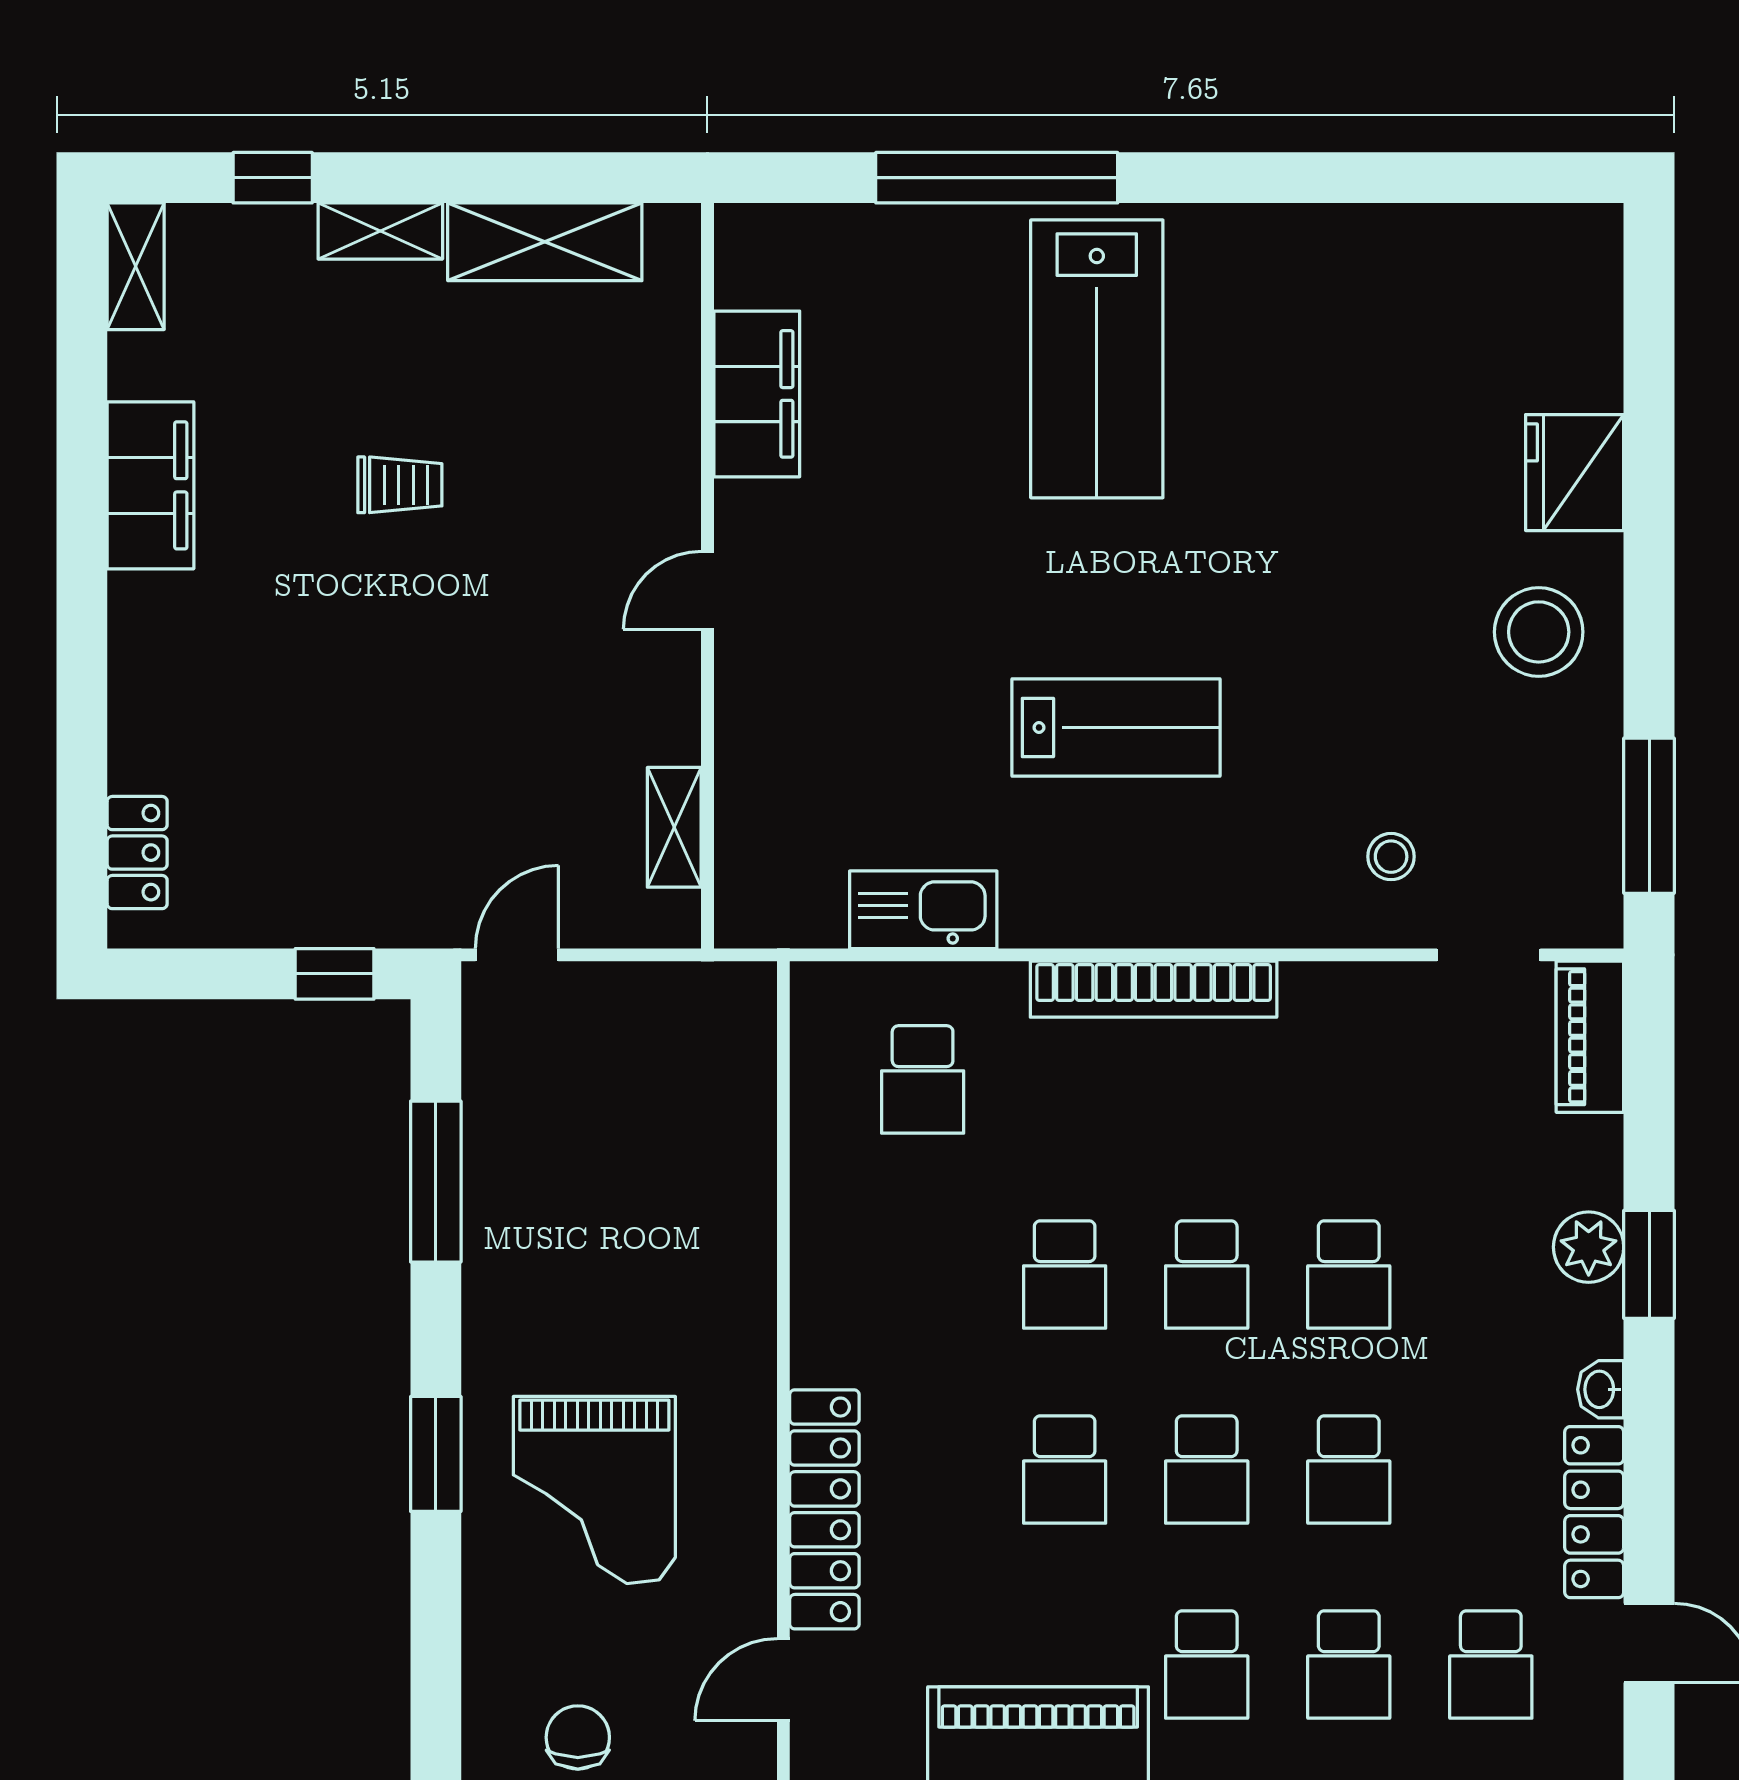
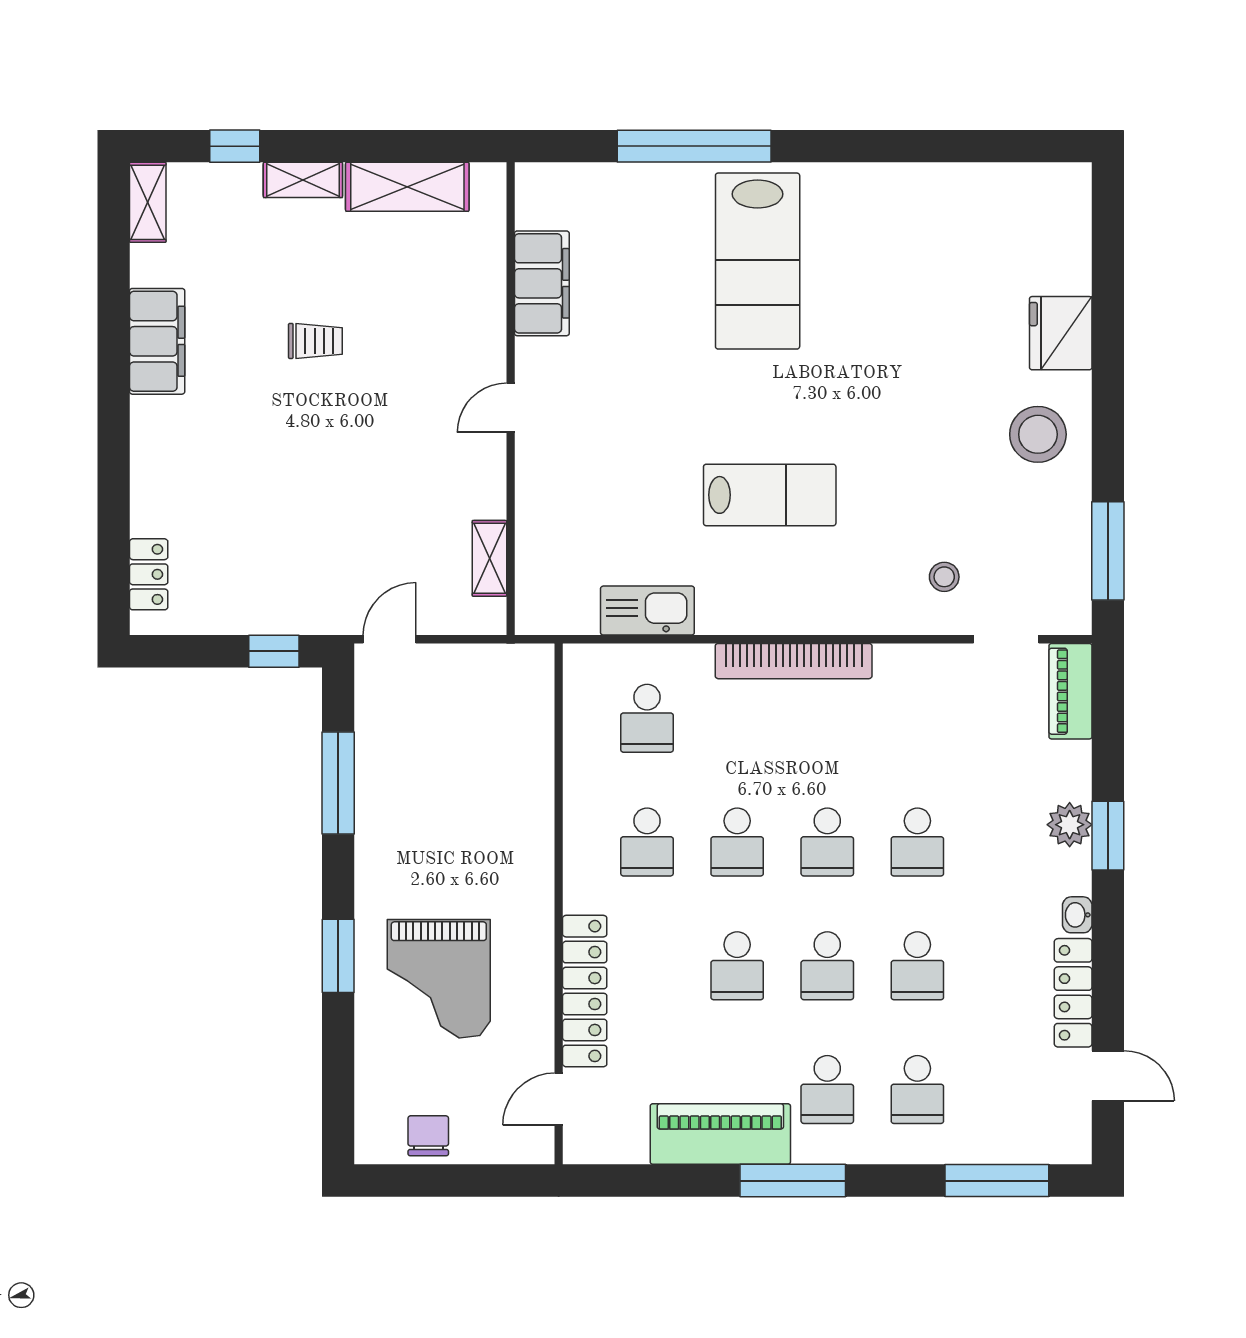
school desk: (1491, 1665) -> (647, 842), moved

